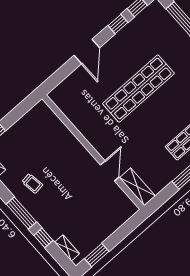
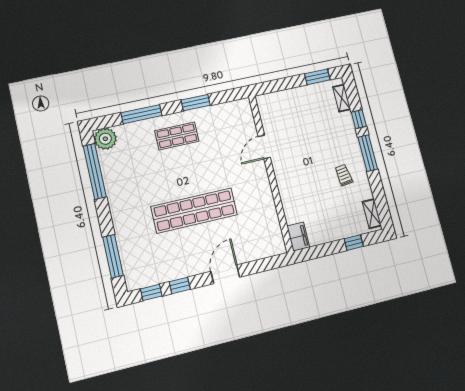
filing cabinet: (44, 112) -> (298, 237), added
shelving: (137, 187) -> (246, 118), removed

